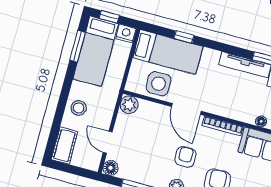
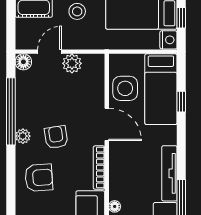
plant: (129, 105) -> (72, 63), moved
door: (186, 109) -> (107, 124), swing flipped
armchair: (185, 157) -> (56, 137), turned -99

